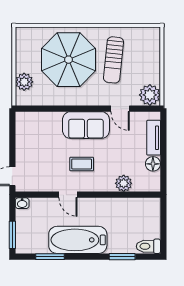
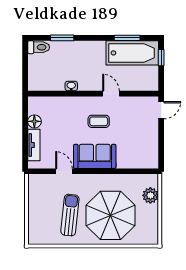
plant: (150, 95) -> (37, 184), removed
plant: (124, 183) -> (61, 104), removed
washbasin: (22, 203) -> (71, 86), moved
window: (12, 235) -> (161, 58), width x0.67
bathtub: (78, 240) -> (132, 53), moved

